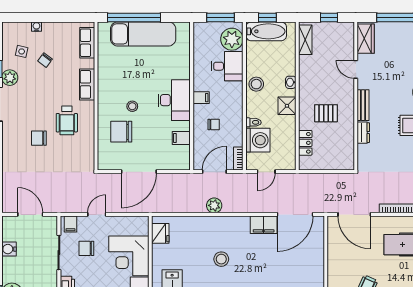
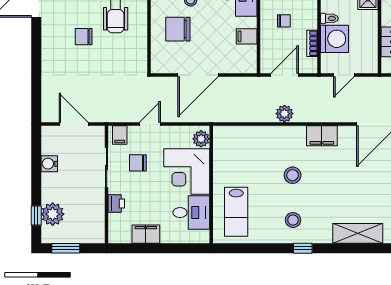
bookcase: (238, 159) -> (312, 43), moved
filing cabinet: (264, 225) -> (322, 136), moved
plant: (141, 227) -> (201, 139), added
fridge: (160, 233) -> (223, 146), removed

